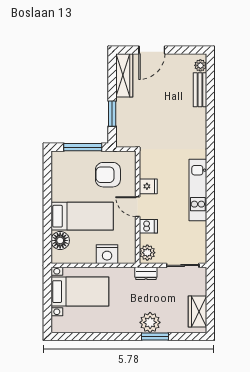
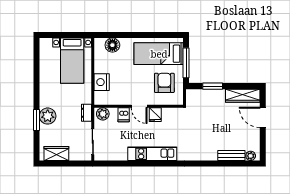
door: (138, 207) -> (139, 106), swing flipped
bed: (82, 216) -> (159, 54), moved, turned 90

